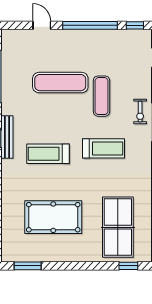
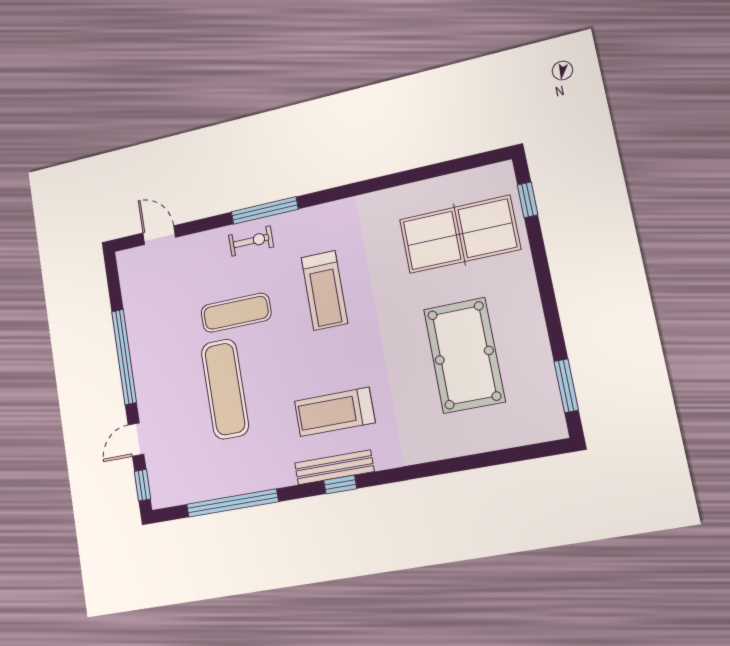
window: (135, 25) -> (142, 485), moved
treadmill: (103, 148) -> (324, 290), turned 180
treadmill: (48, 154) -> (335, 412), moved, turned 90

